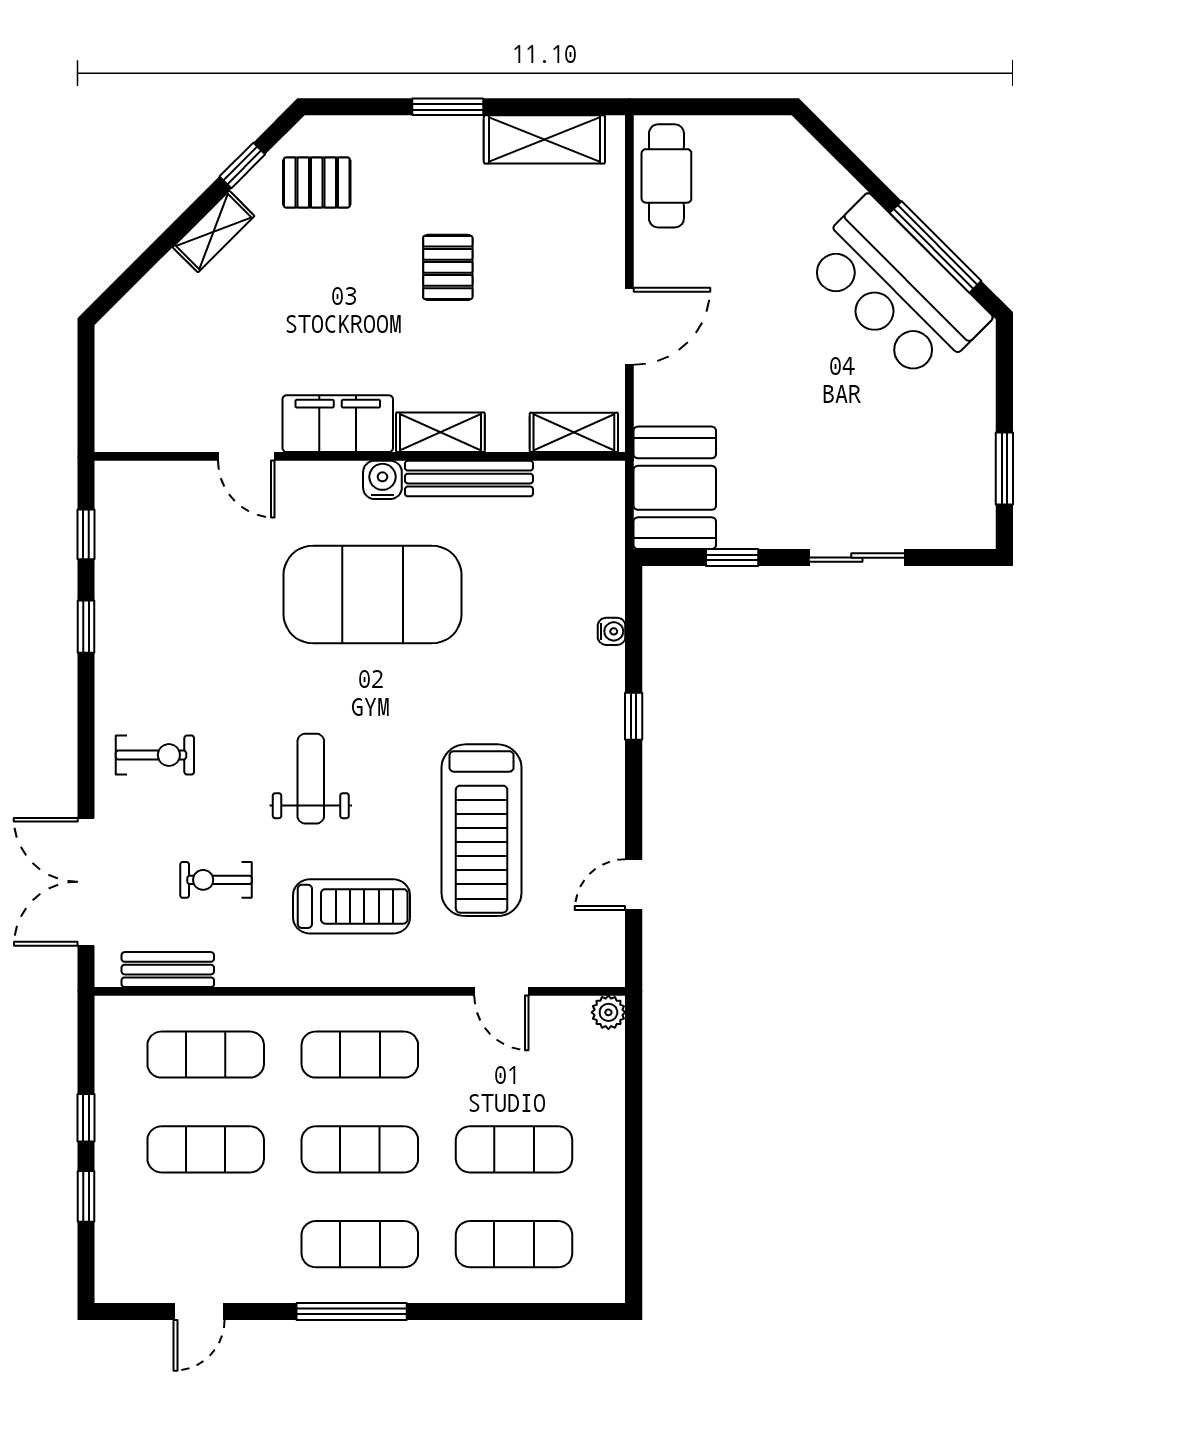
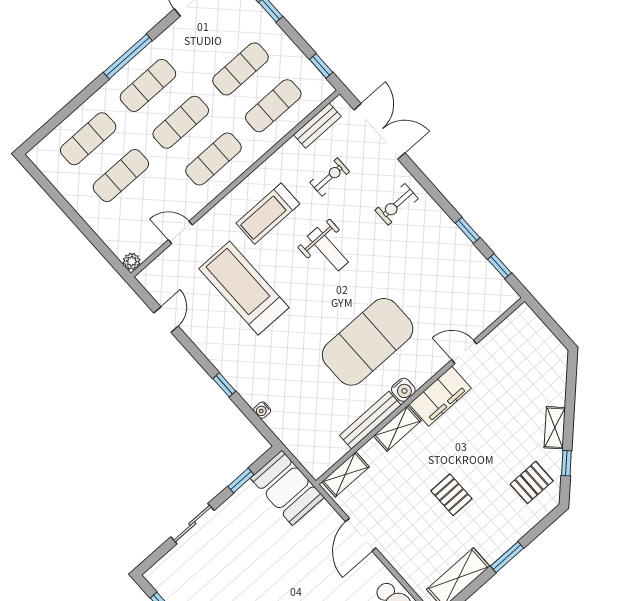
window: (86, 1118) -> (321, 66), moved

